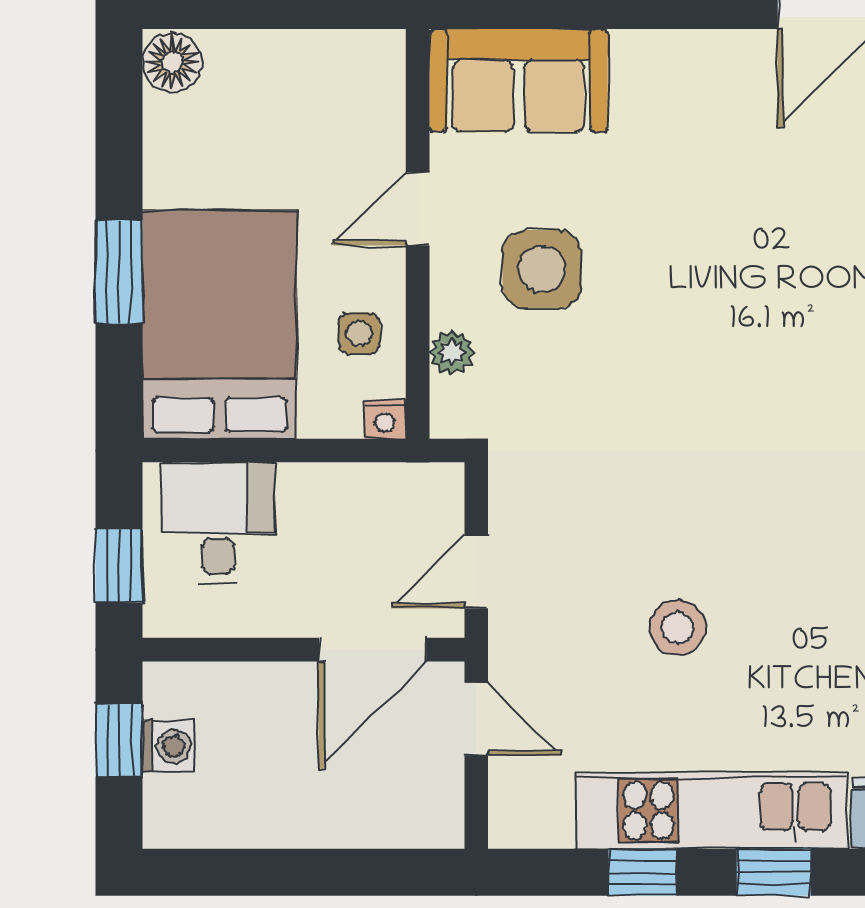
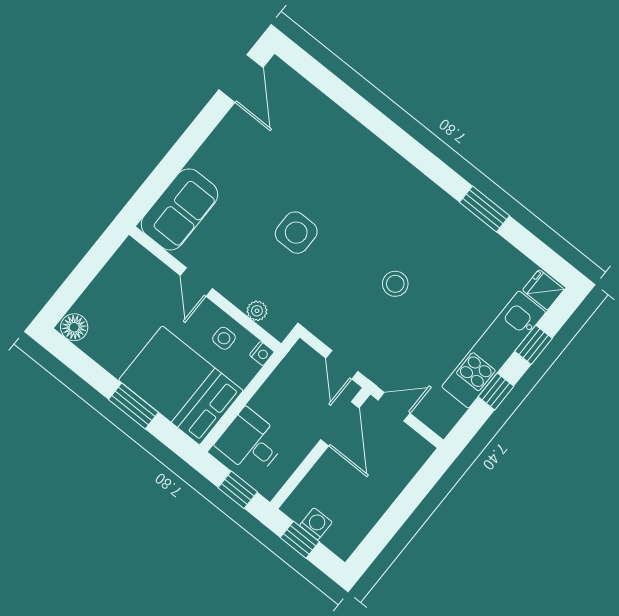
side table: (542, 269) -> (296, 233), moved
stool: (678, 627) -> (395, 284), moved

